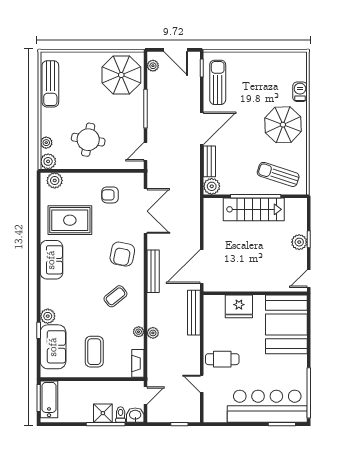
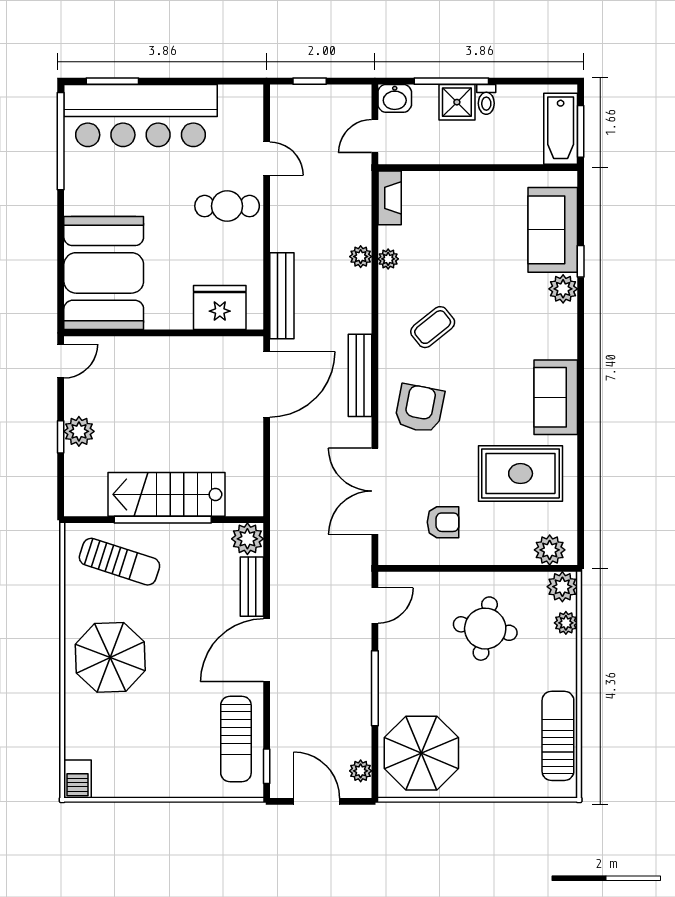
barbecue: (300, 92) -> (77, 779), moved
fridge: (239, 306) -> (220, 308), moved
coffee table: (94, 352) -> (474, 221), removed
toilet: (121, 415) -> (486, 99), moved

